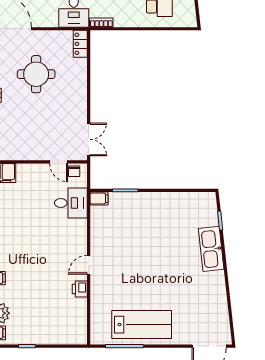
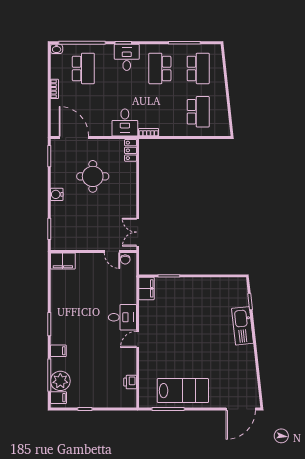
double door: (89, 139) -> (138, 232), swing flipped
filing cabinet: (99, 199) -> (146, 288), width x2.00
desk: (71, 203) -> (122, 317), moved
printer: (80, 289) -> (130, 382), moved

